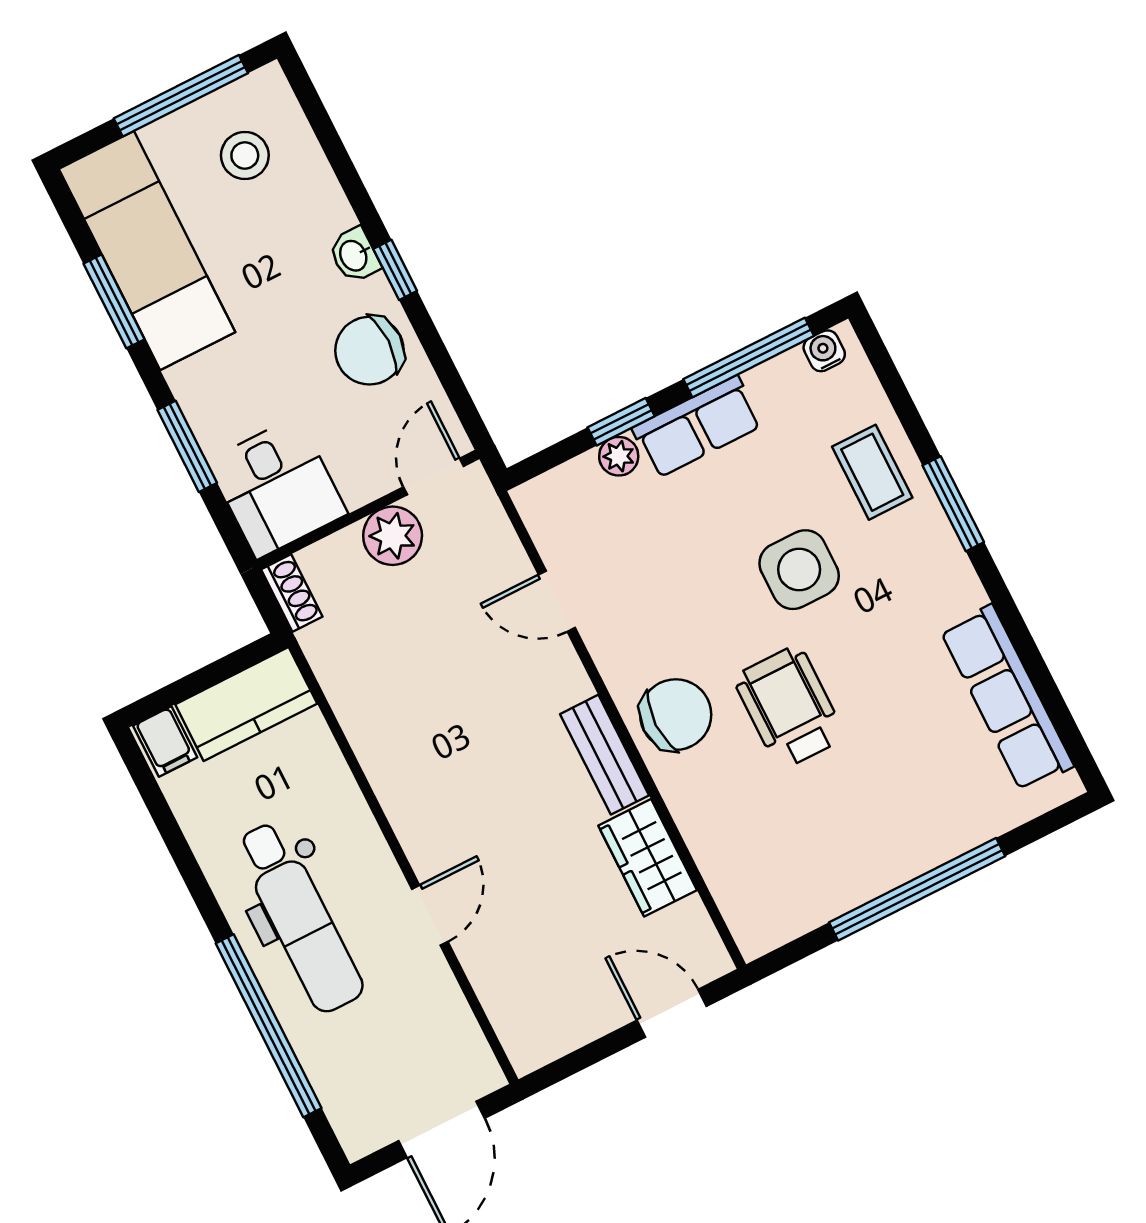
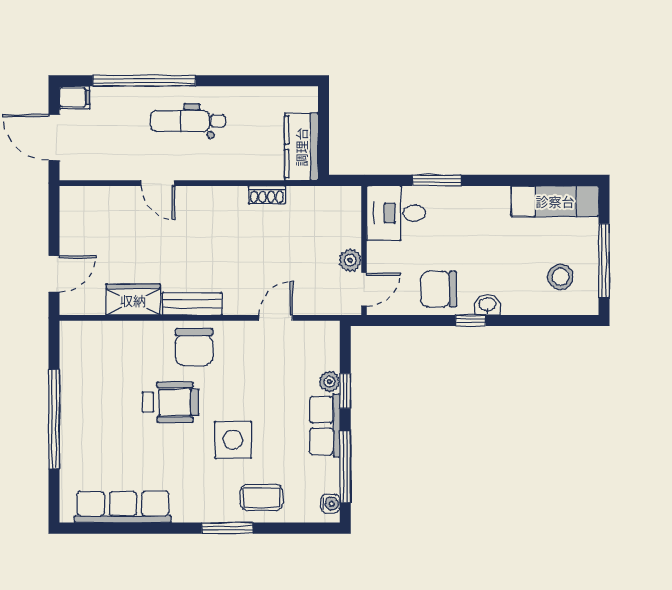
exam couch: (147, 251) -> (555, 201), width x0.73, depth x0.69
window: (114, 301) -> (523, 180), removed
chair: (369, 351) -> (439, 289), turned -90
door: (434, 477) -> (364, 289), hinge flipped
plant: (393, 536) -> (350, 260), width x0.73, depth x0.73
shoe rack: (292, 593) -> (267, 195), moved
filing cabinet: (165, 741) -> (75, 97), moved, turned 180
dental chair: (299, 917) -> (188, 121), width x0.73, depth x0.72

